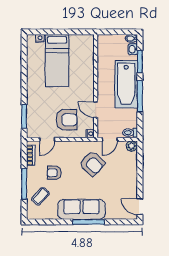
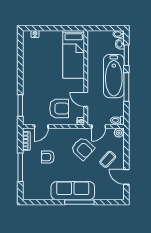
bed: (57, 61) -> (74, 54), moved
coffee table: (40, 196) -> (108, 159), moved
door: (140, 207) -> (126, 177), moved

